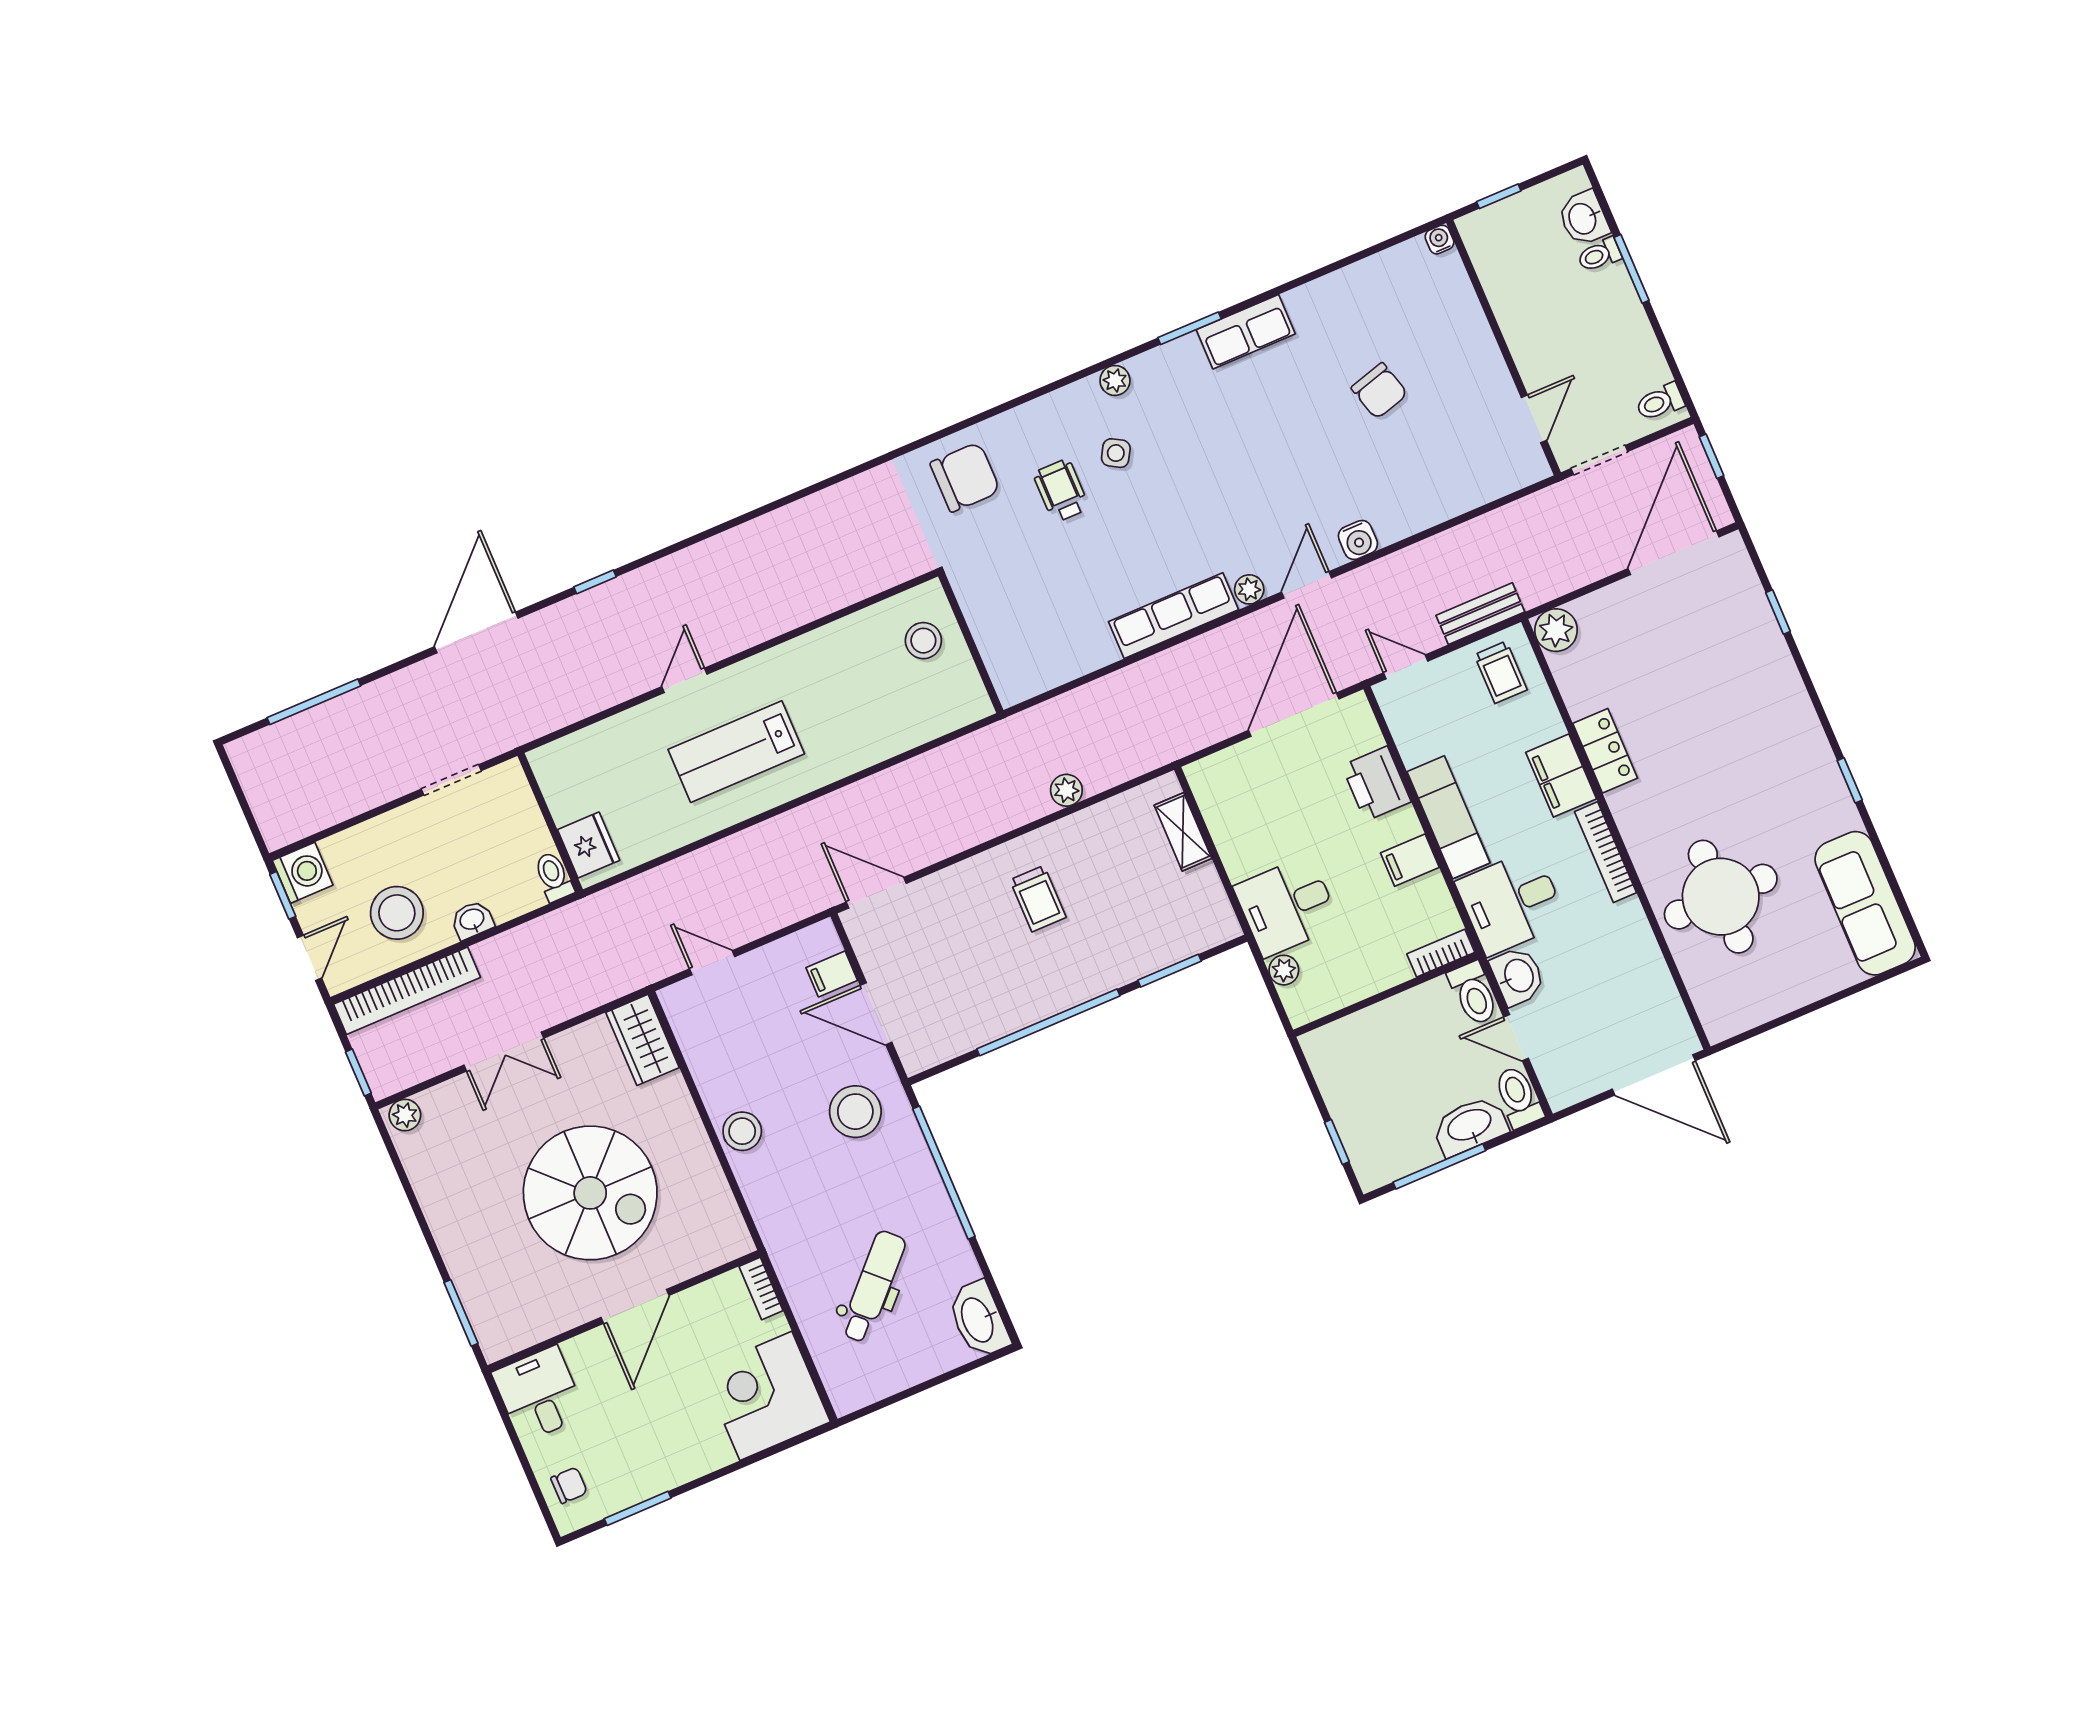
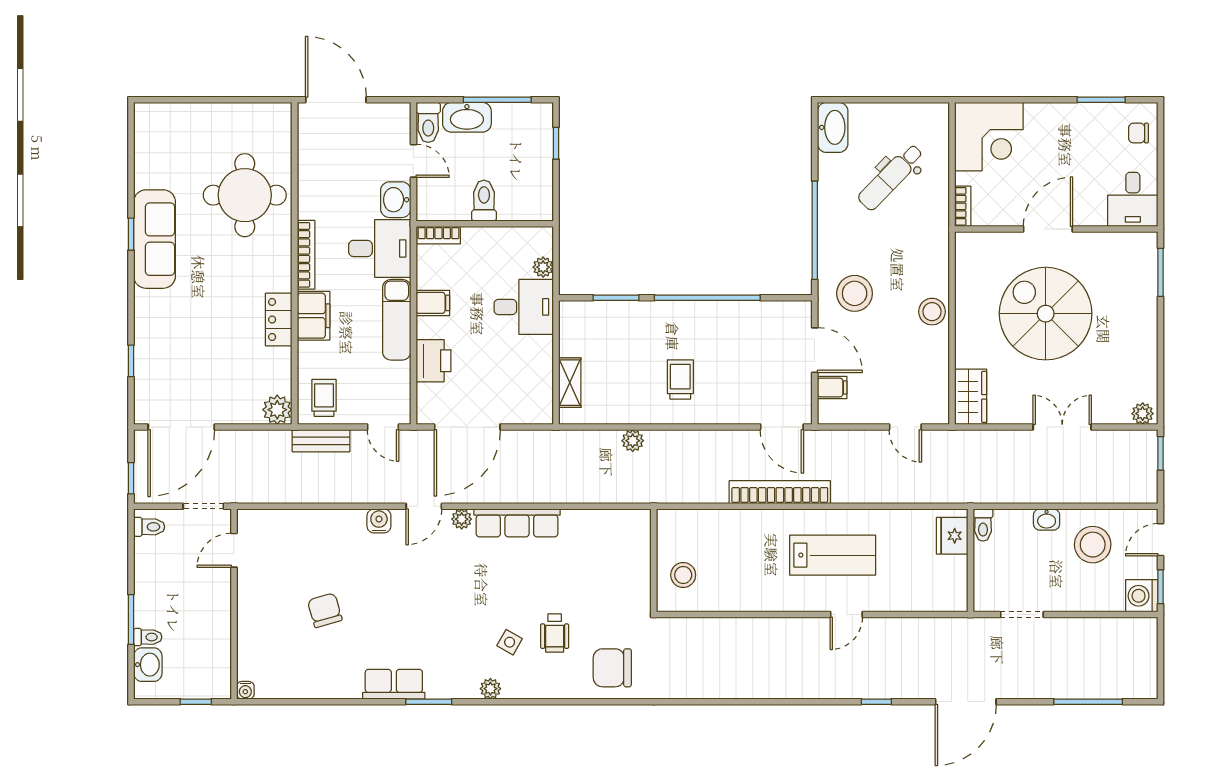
sofa: (1865, 903) -> (155, 239), moved
bookcase: (407, 991) -> (780, 492), moved
toilet: (1474, 993) -> (484, 201), moved

